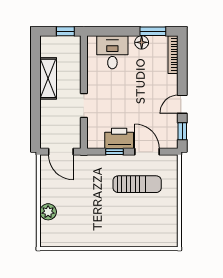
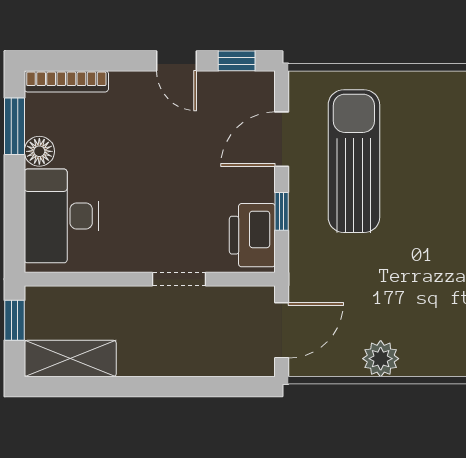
desk: (112, 52) -> (61, 216), width x1.37
shelving: (48, 78) -> (70, 358), moved
printer: (119, 138) -> (252, 235), moved
sun lounger: (137, 184) -> (354, 161), width x1.36, depth x1.34
plant: (48, 212) -> (381, 359), moved

